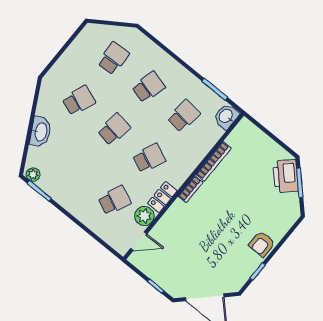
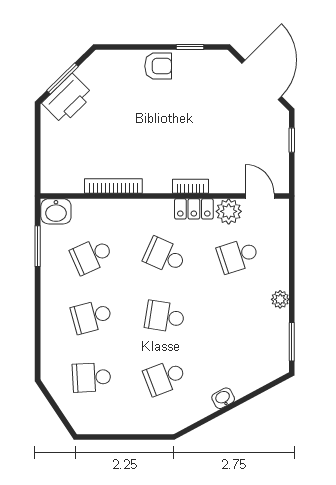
school desk: (148, 87) -> (92, 317), turned -30
school desk: (79, 101) -> (165, 377), turned -42
school desk: (184, 116) -> (92, 256), turned -30
washbasin: (40, 132) -> (223, 398), width x0.52, depth x0.69
plant: (33, 175) -> (280, 299), moved
bookcase: (191, 189) -> (190, 186), moved
school desk: (114, 200) -> (238, 256), turned -42

